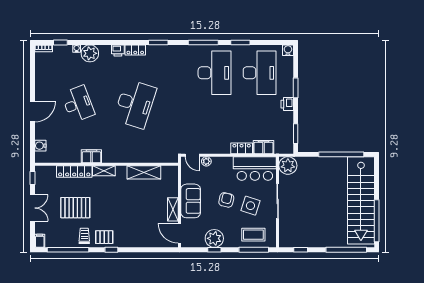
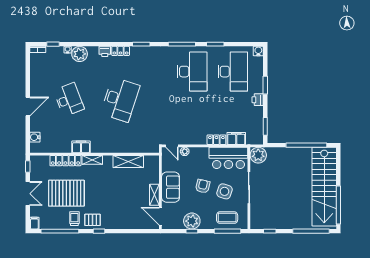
pallet: (75, 208) -> (66, 193), width x1.37, depth x1.41

